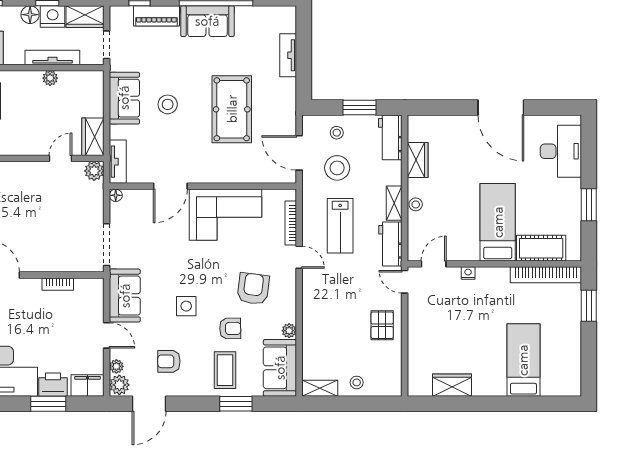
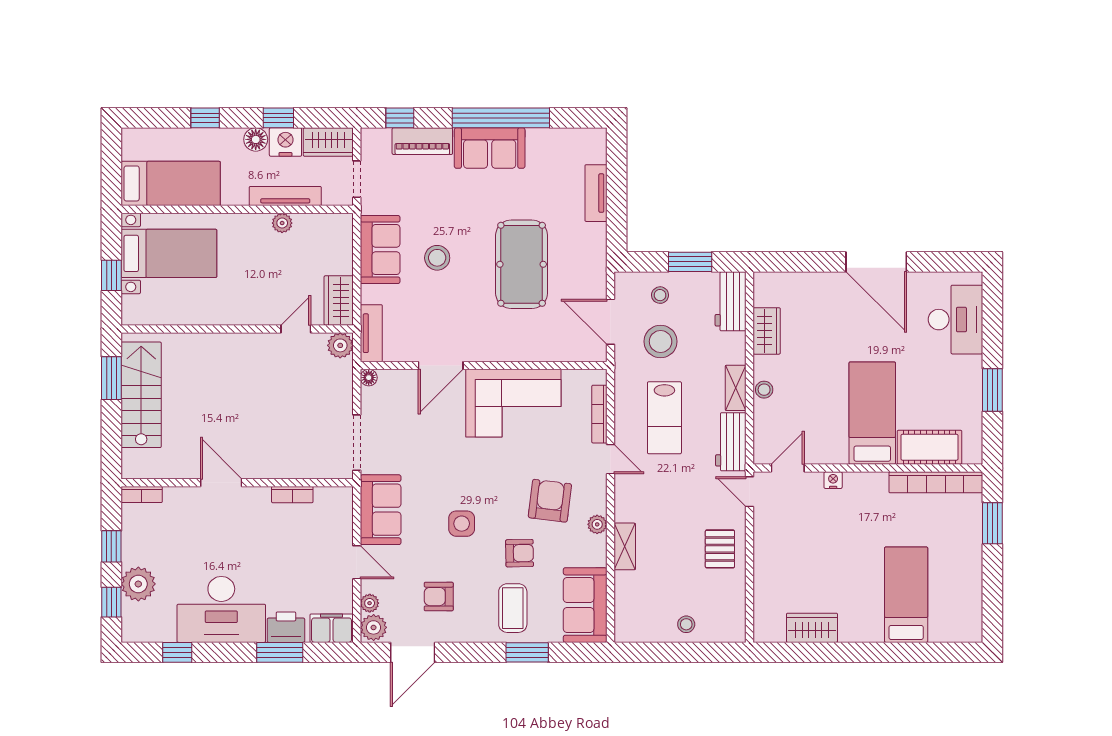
plant: (289, 331) -> (597, 524), moved
shelving: (320, 388) -> (625, 546), moved, turned 90

